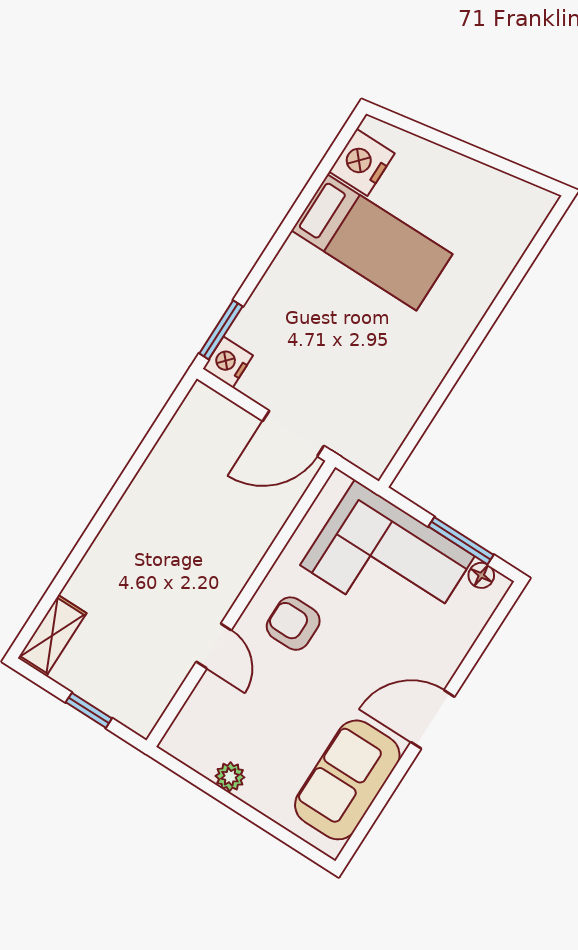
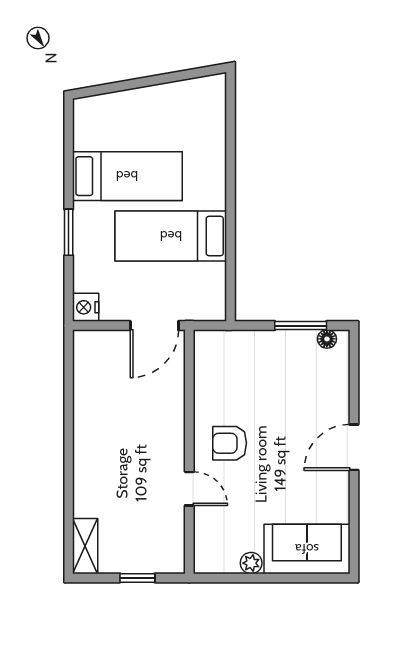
nightstand: (362, 162) -> (90, 131), removed
window: (221, 330) -> (69, 232), moved
bed: (378, 343) -> (171, 236), added
corner sofa: (387, 561) -> (263, 367), removed
sofa: (347, 780) -> (307, 549), moved, turned 90

